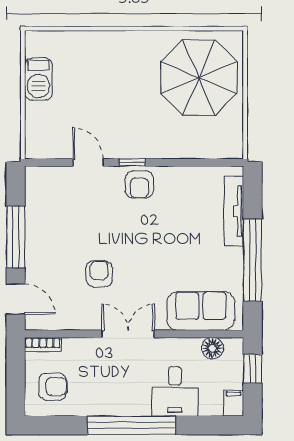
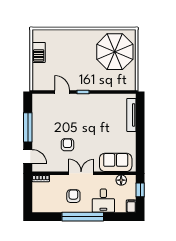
armchair: (139, 184) -> (87, 102), removed
window: (252, 260) -> (140, 138), removed
armchair: (53, 387) -> (73, 196), moved, turned -90

